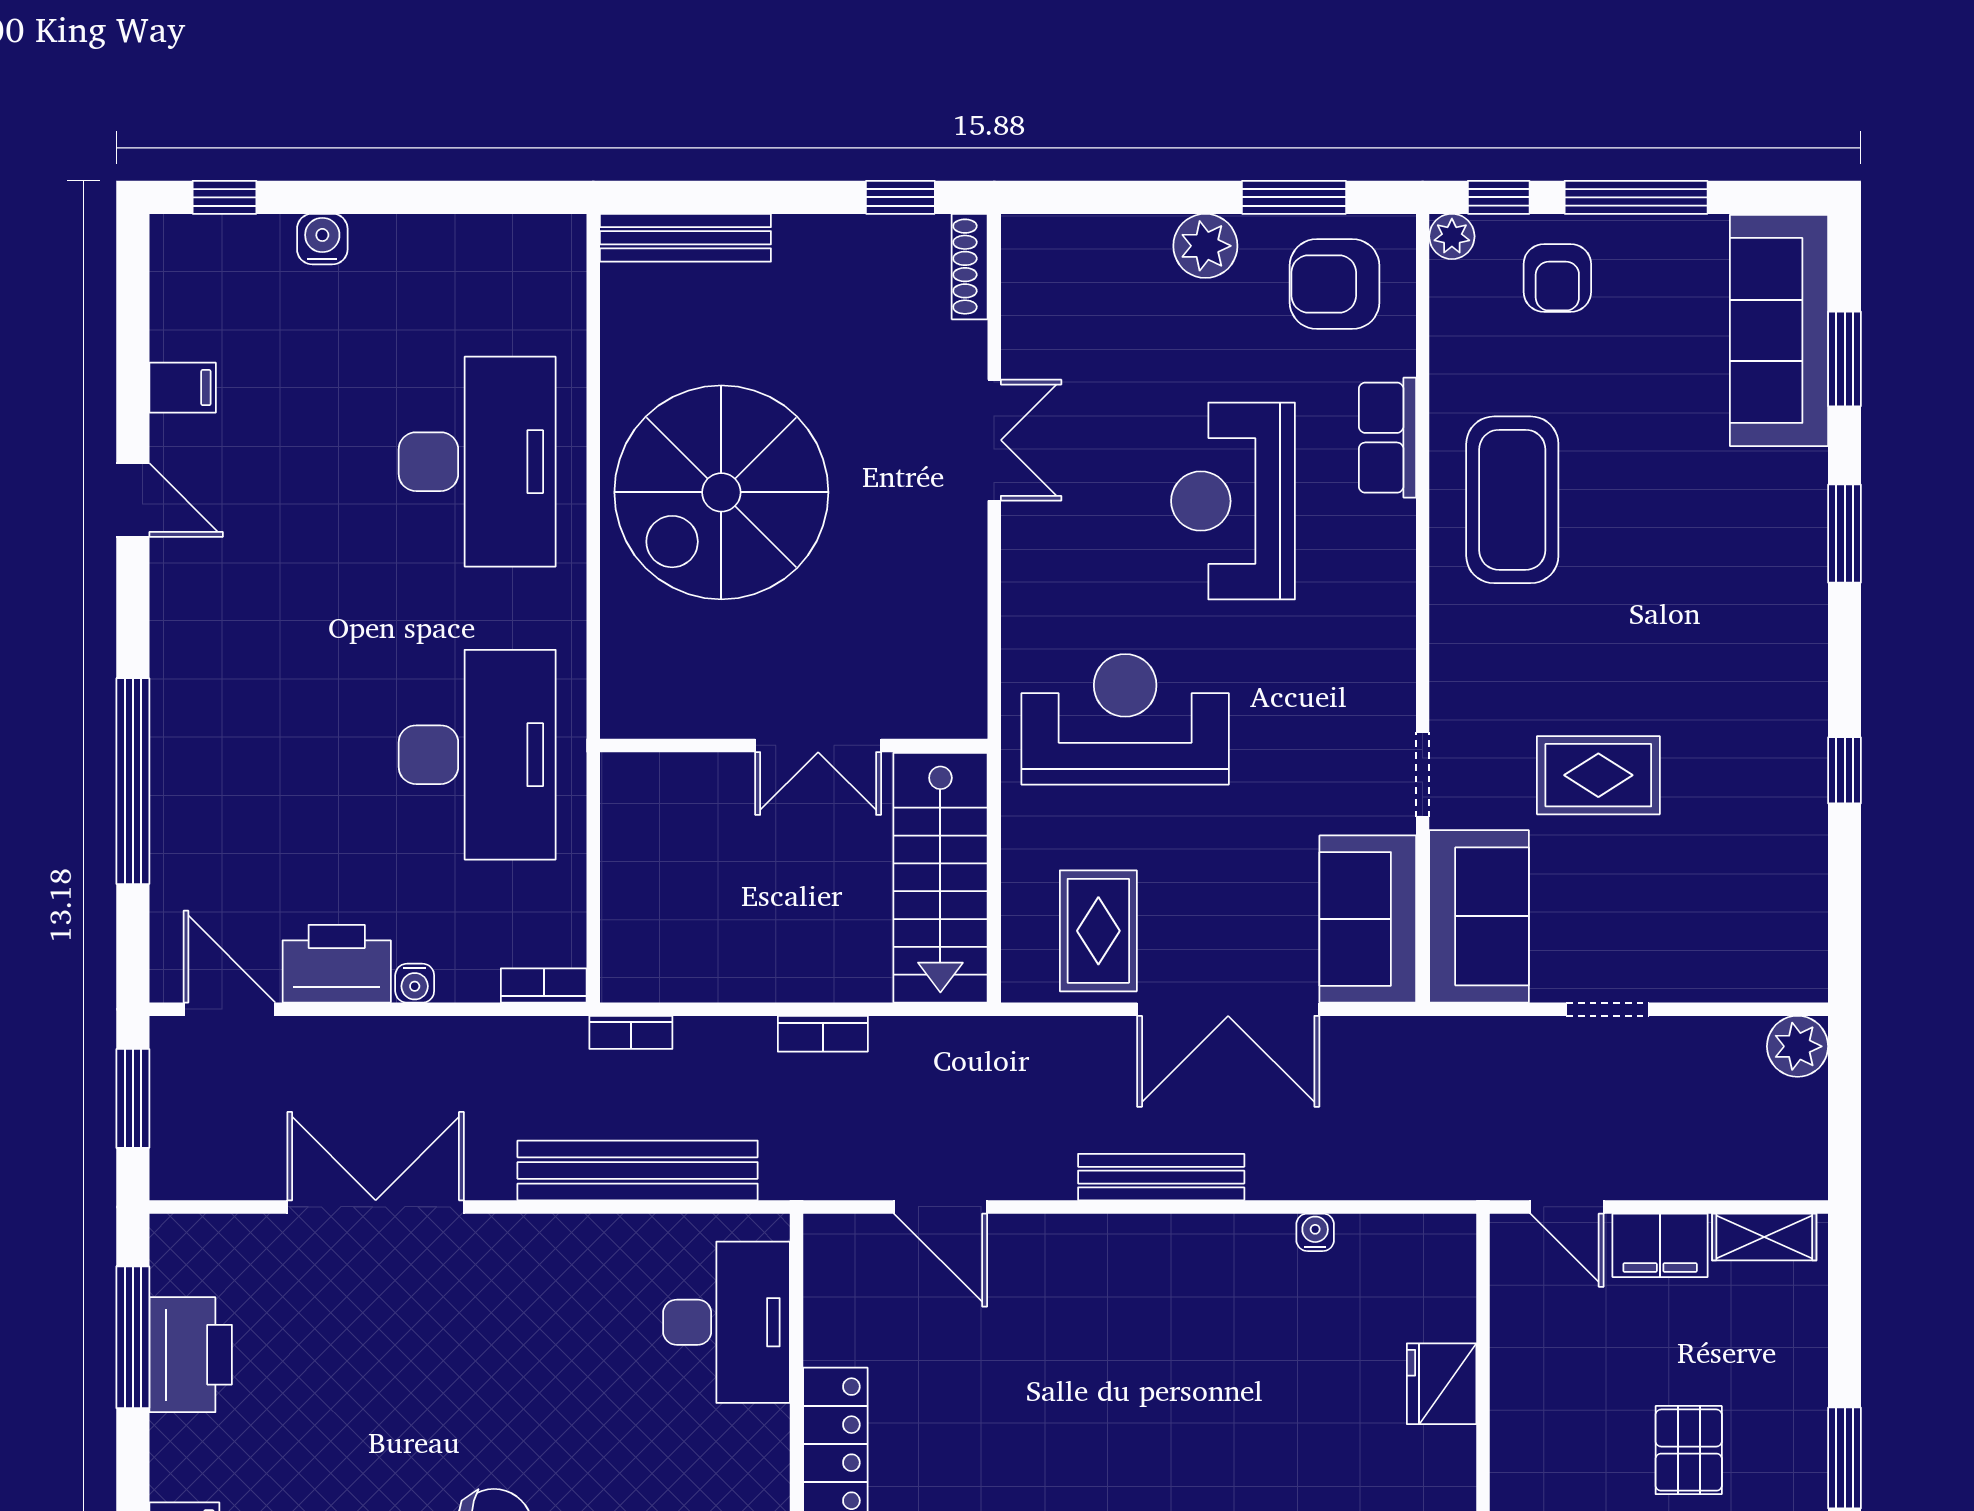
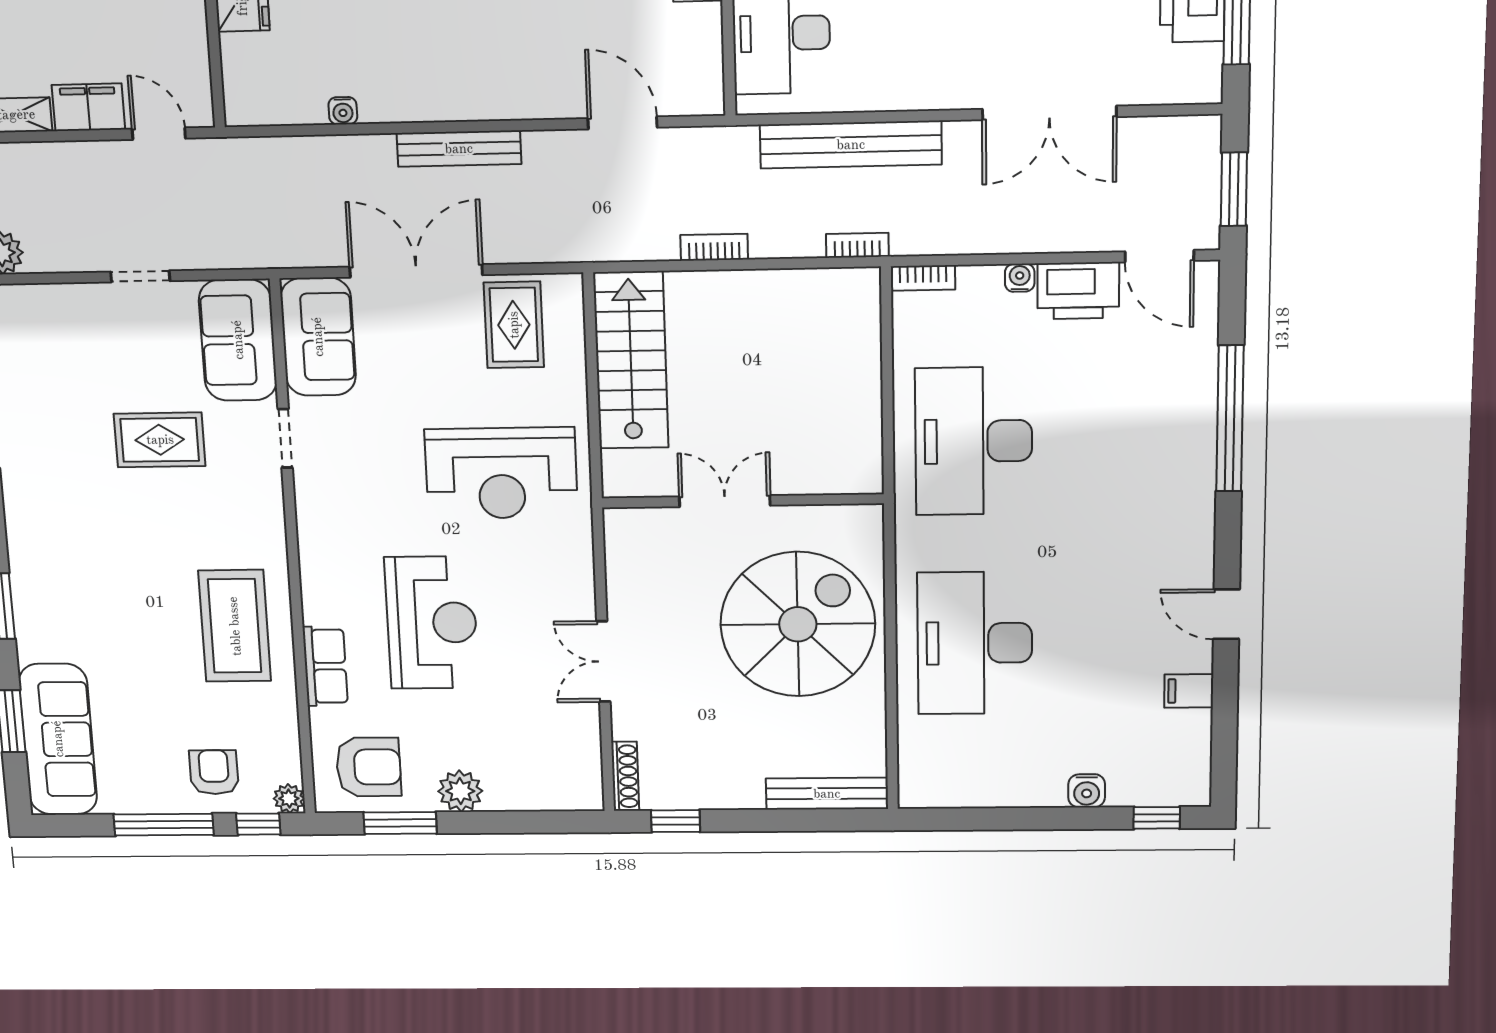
wall: (794, 745) -> (742, 501), moved
double door: (818, 745) -> (725, 501), moved

